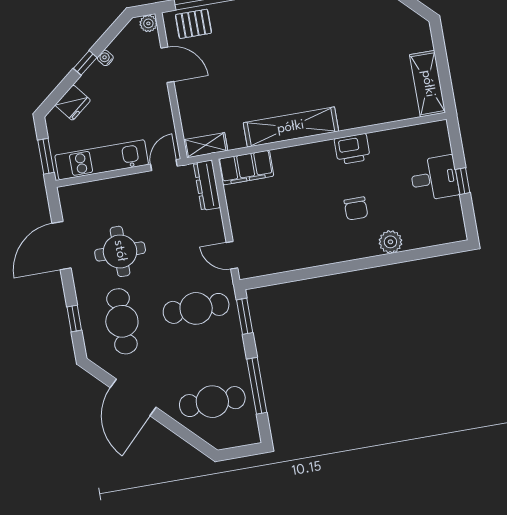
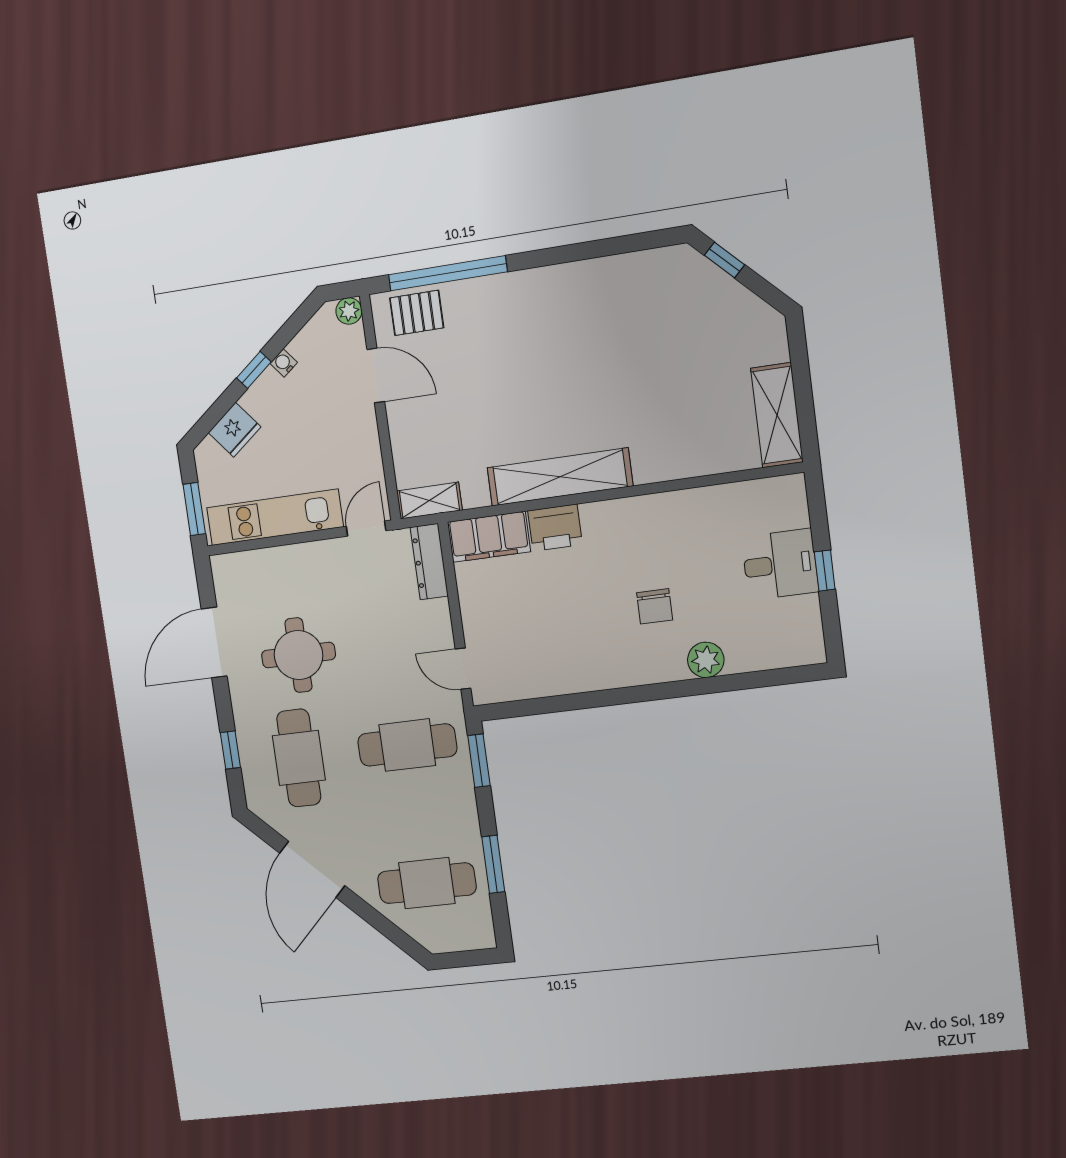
printer: (352, 149) -> (555, 528), moved
window: (257, 386) -> (493, 864), width x0.69

